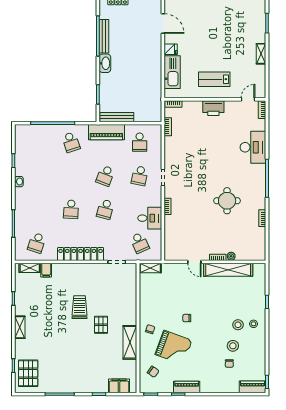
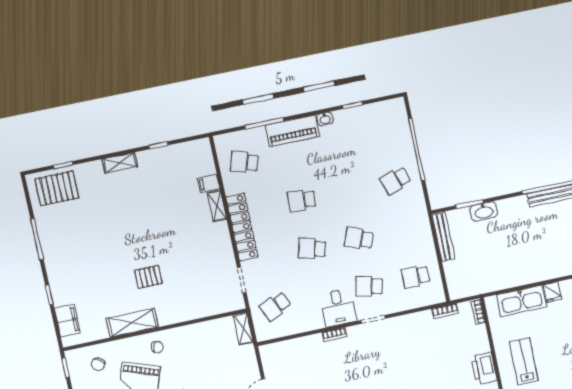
washbasin: (105, 63) -> (484, 211), moved
piano: (106, 132) -> (293, 131), moved, turned -90
desk: (150, 218) -> (338, 308), moved
shelving: (30, 268) -> (217, 206), moved
trolley: (80, 307) -> (167, 241), removed

